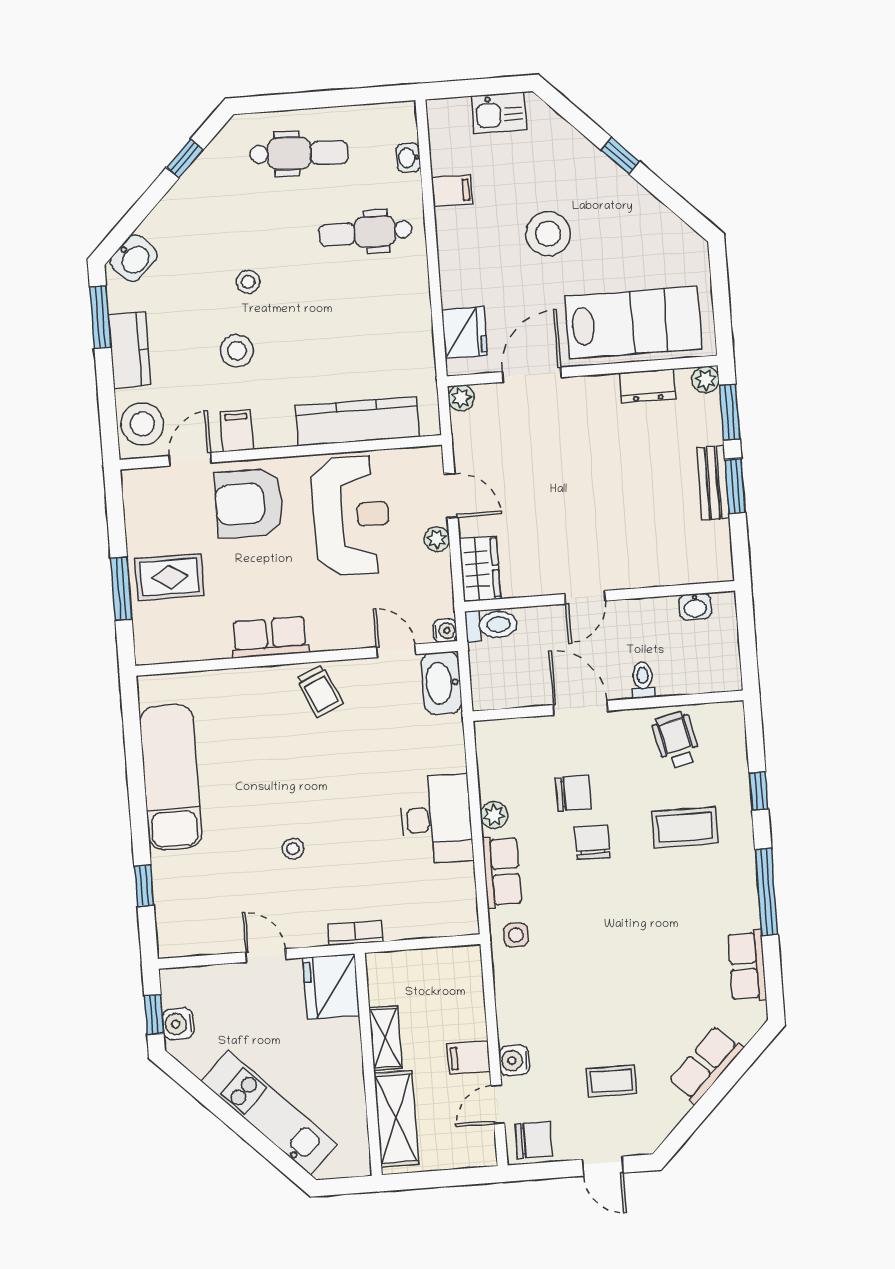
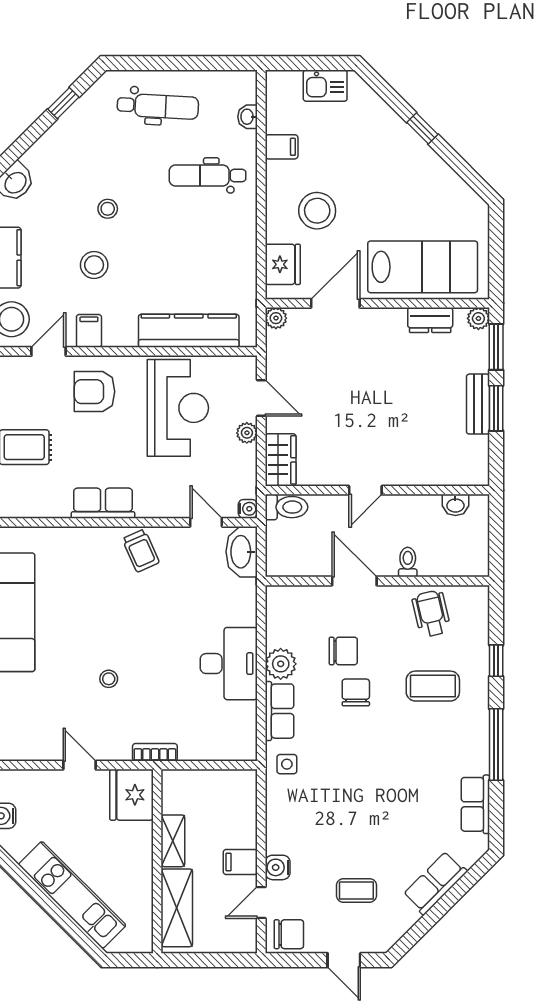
stool: (548, 234) -> (317, 211), moved
armchair: (249, 503) -> (95, 392), width x0.73, depth x0.73
plant: (494, 815) -> (281, 664), width x1.38, depth x1.38

